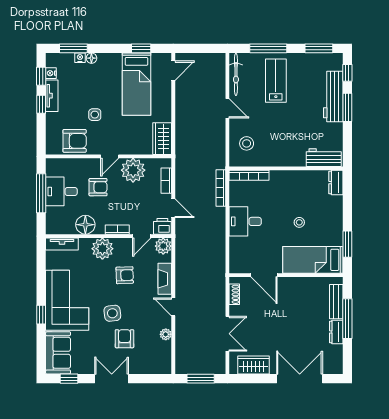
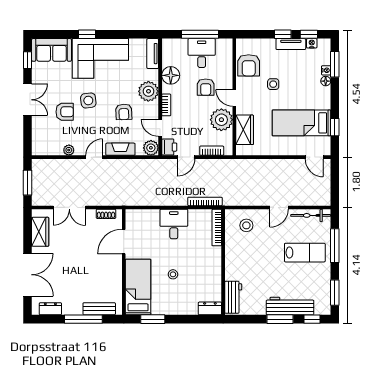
wardrobe: (162, 139) -> (245, 130), moved, turned 90
dresser: (336, 332) -> (50, 309), moved

